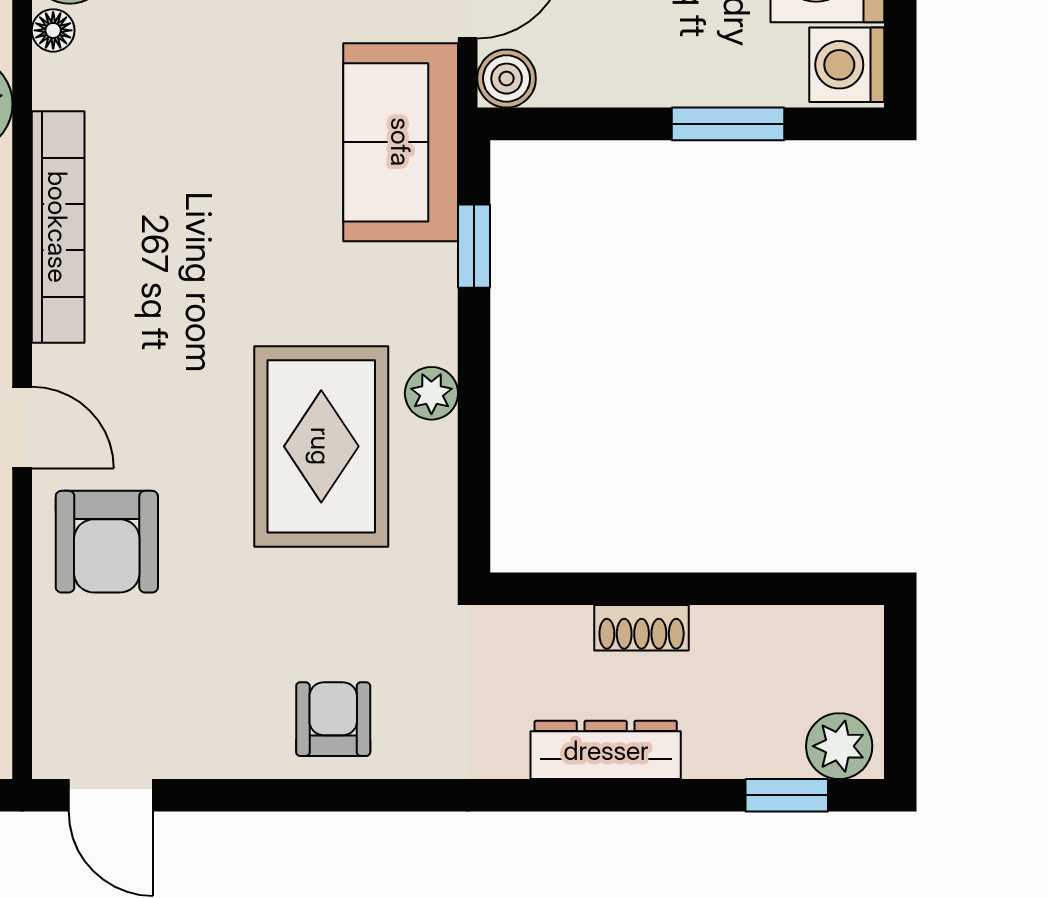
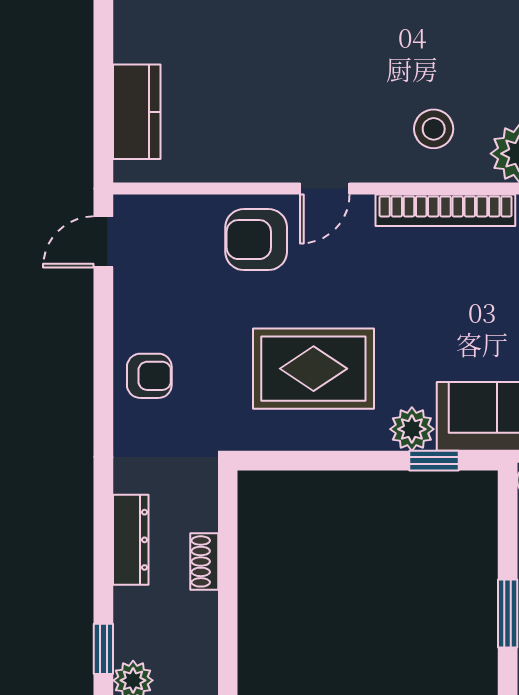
plant: (431, 393) -> (412, 429), moved, width x1.38, depth x1.38

